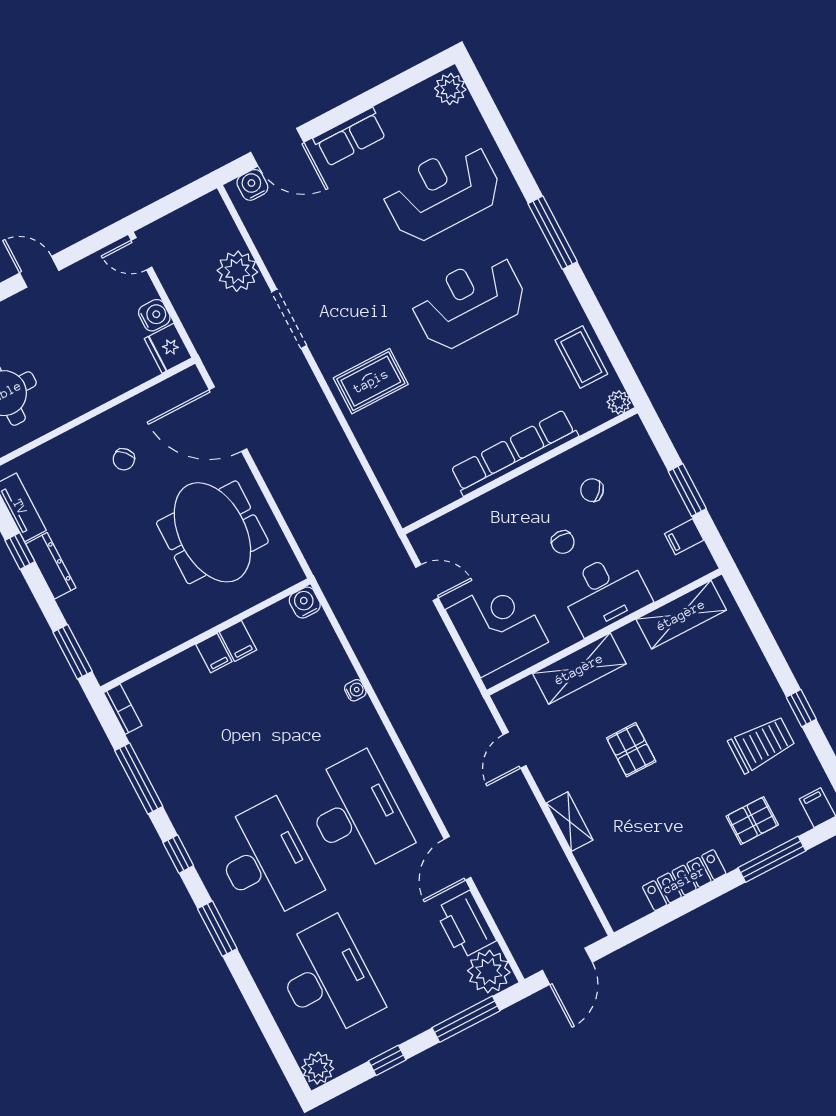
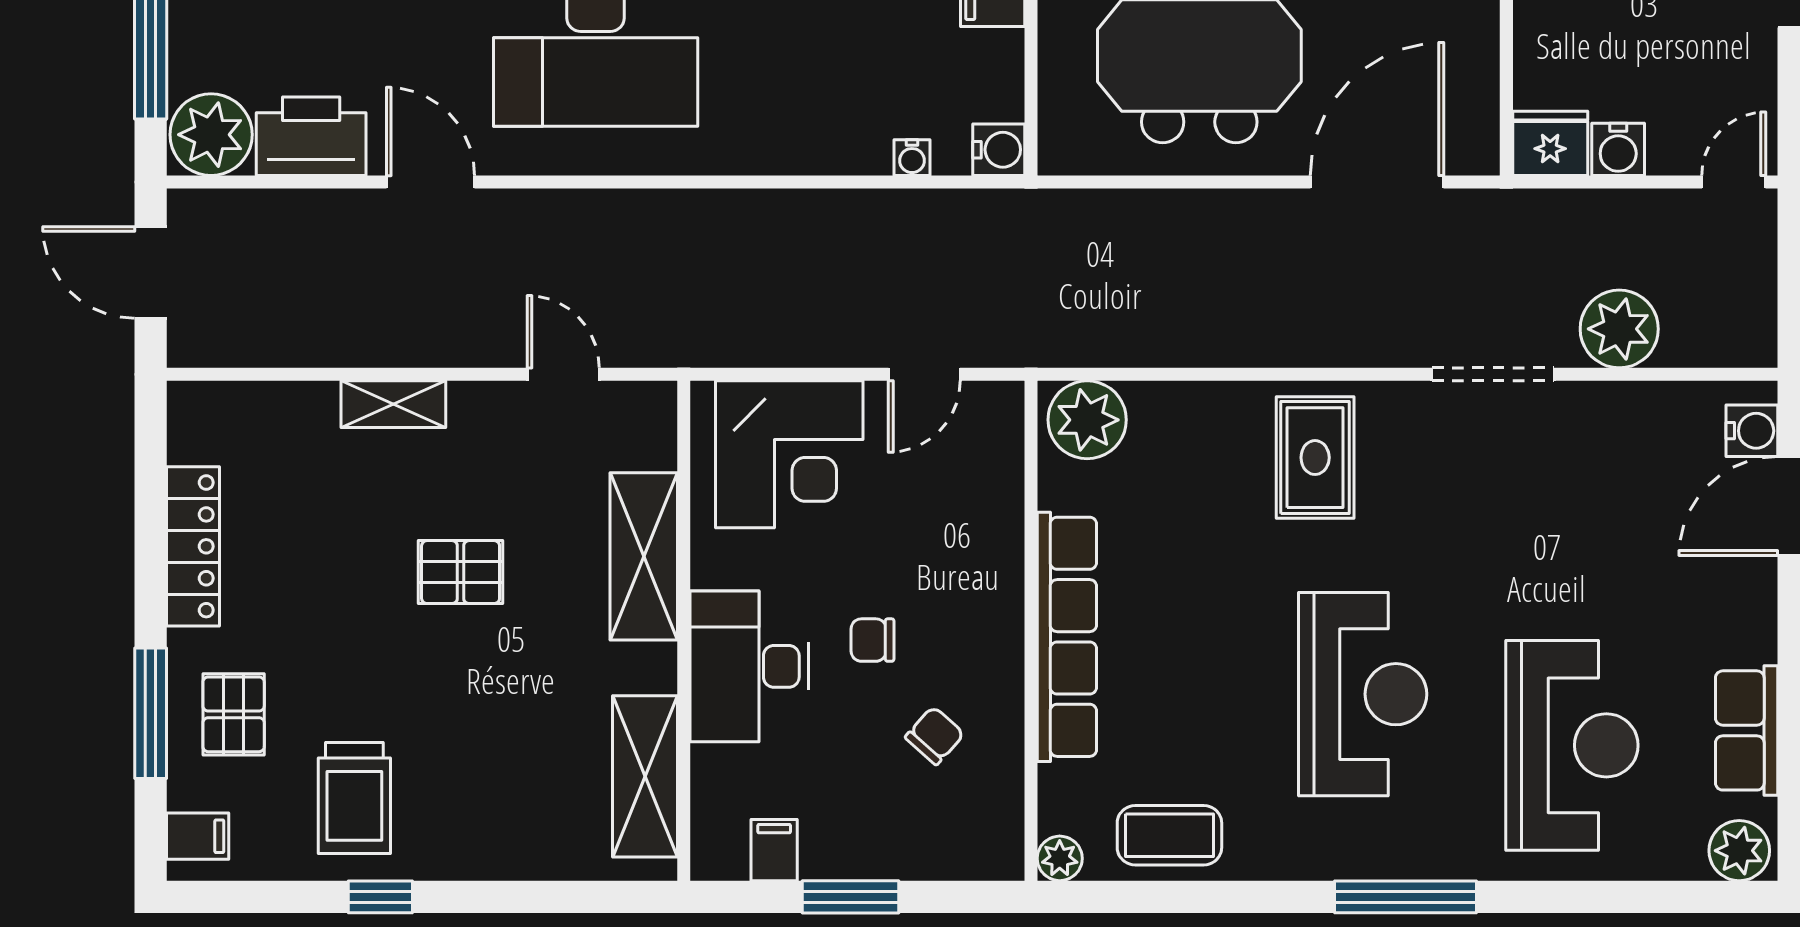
row of seats: (350, 137) -> (1747, 730), moved
plant: (409, 496) -> (1087, 420), added
water cooler: (355, 690) -> (912, 158), moved

